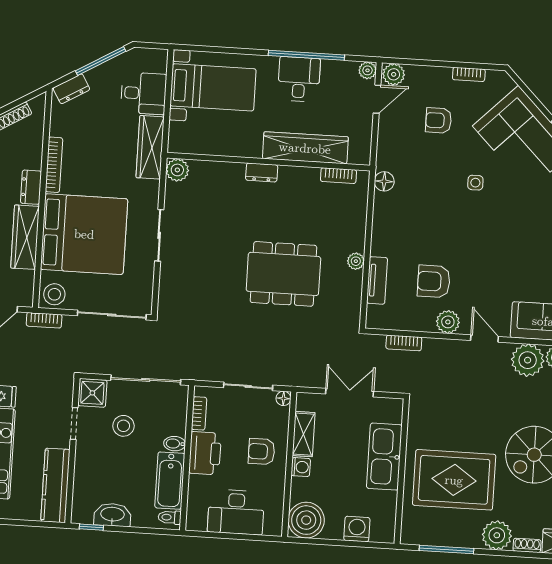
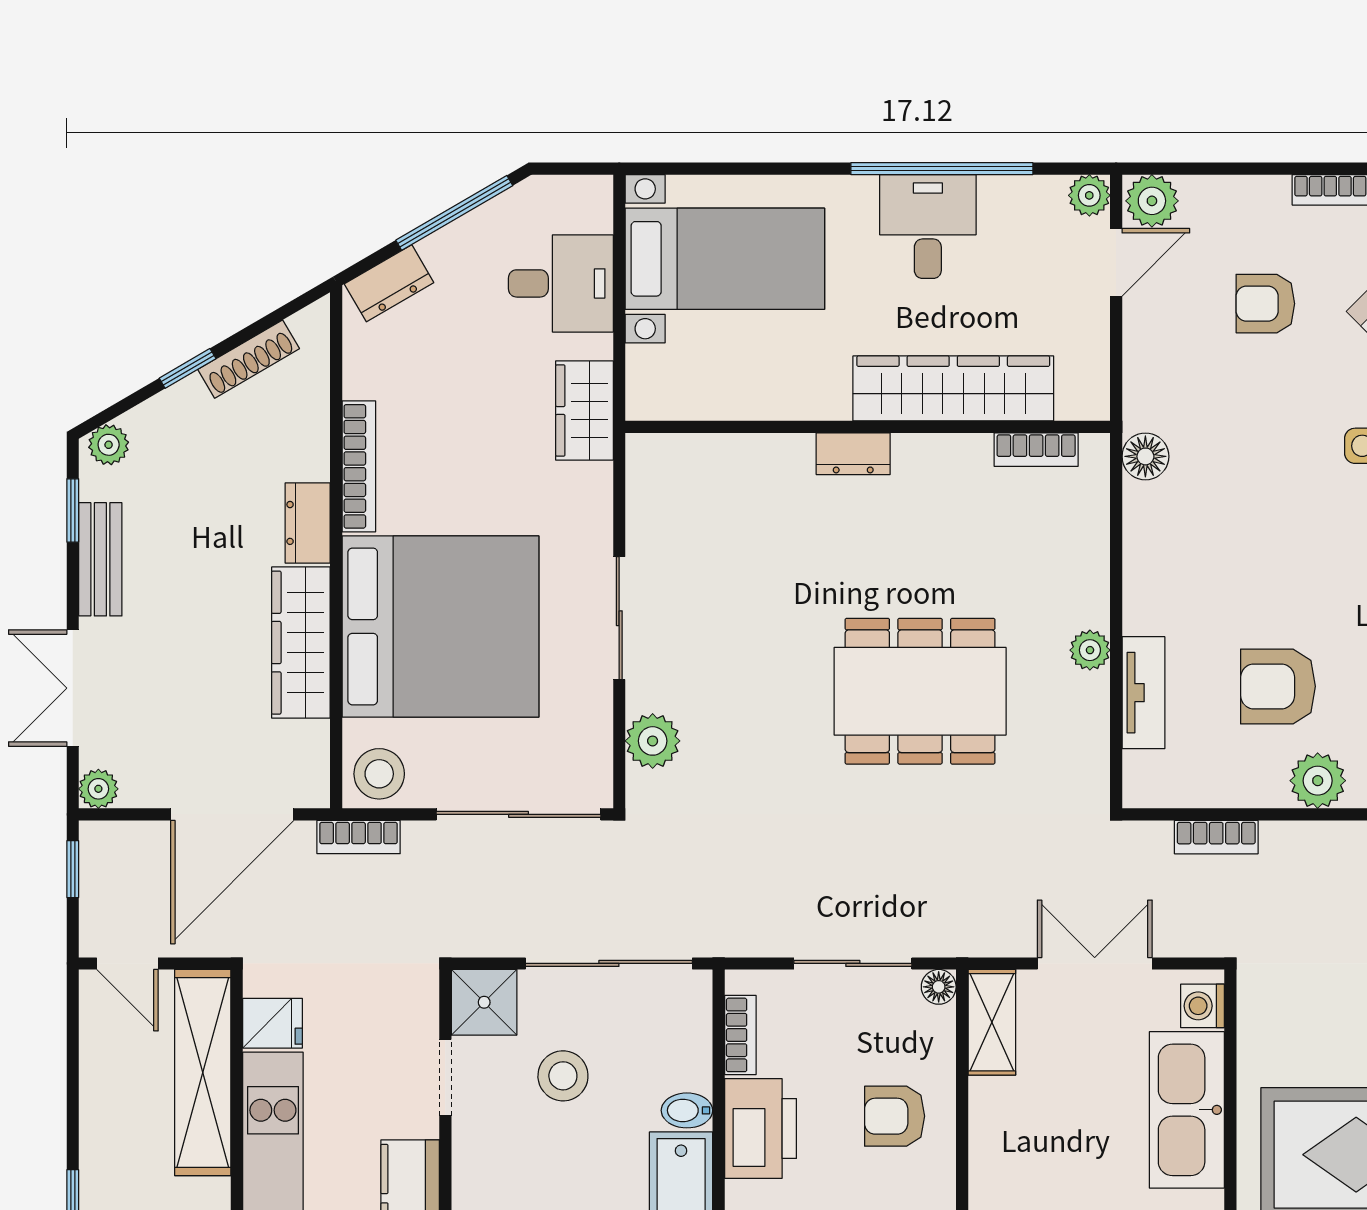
wardrobe: (150, 147) -> (584, 410), width x0.67
plant: (177, 170) -> (653, 741), moved
shelving: (304, 434) -> (992, 1022), moved
washing machine: (301, 467) -> (1202, 1006), moved, turned 180

